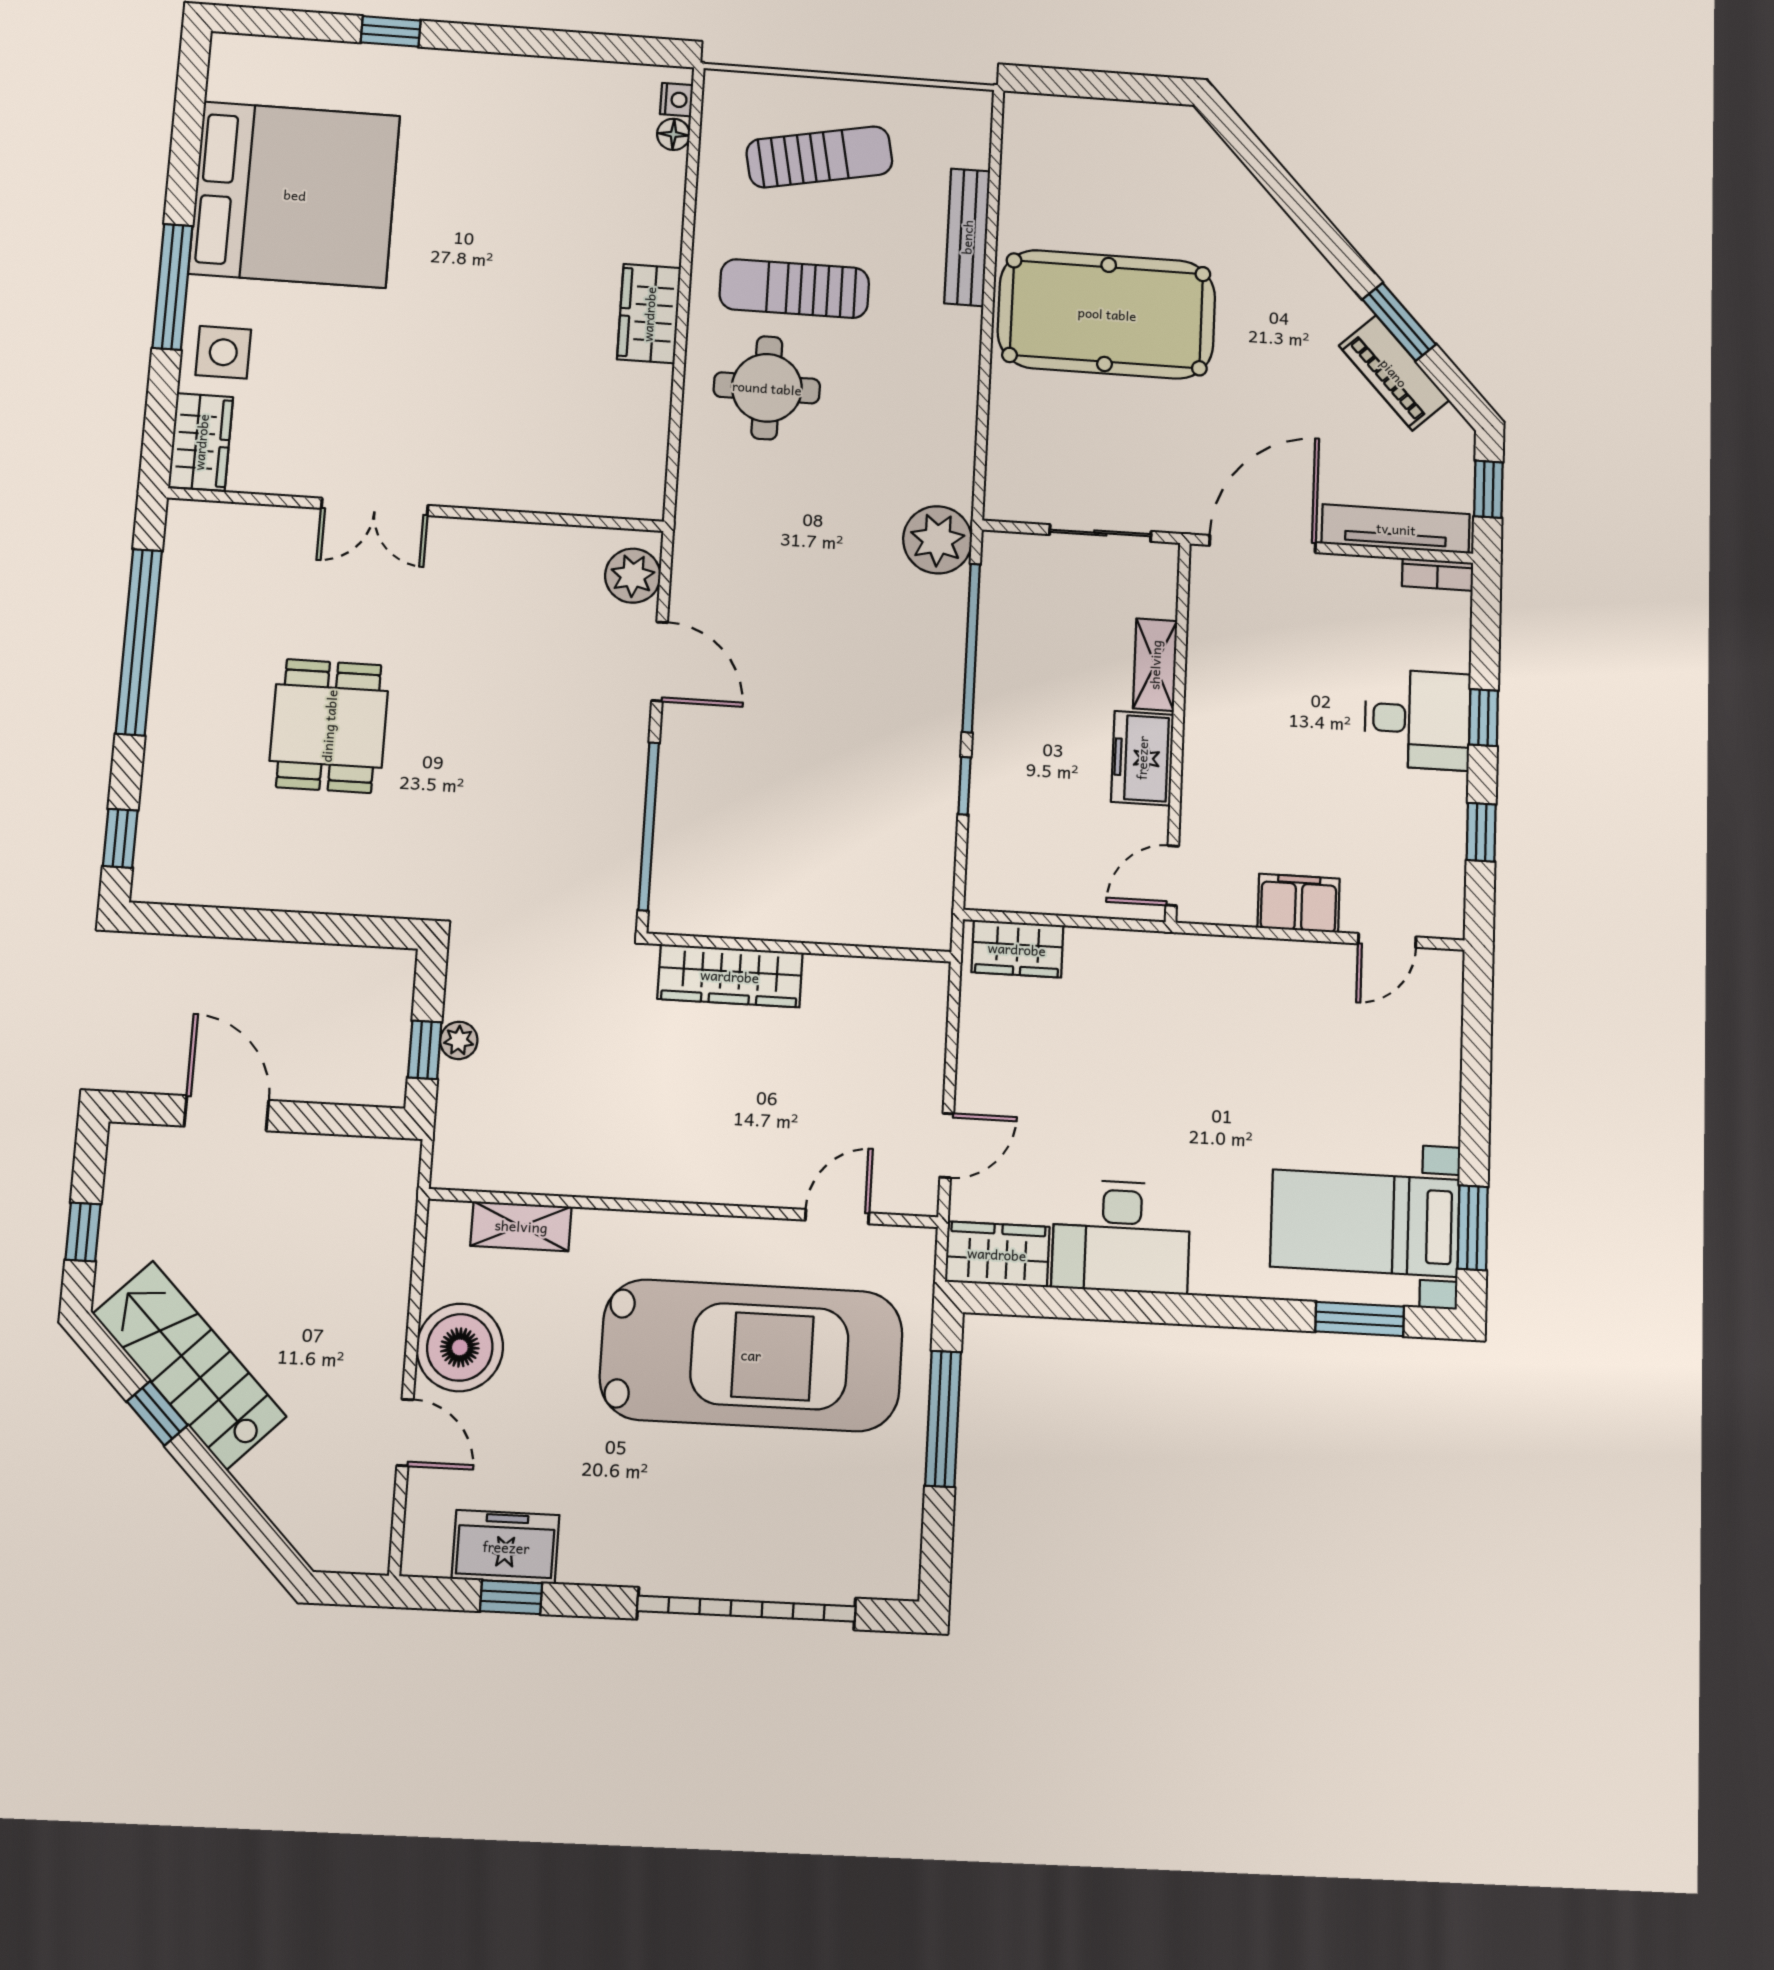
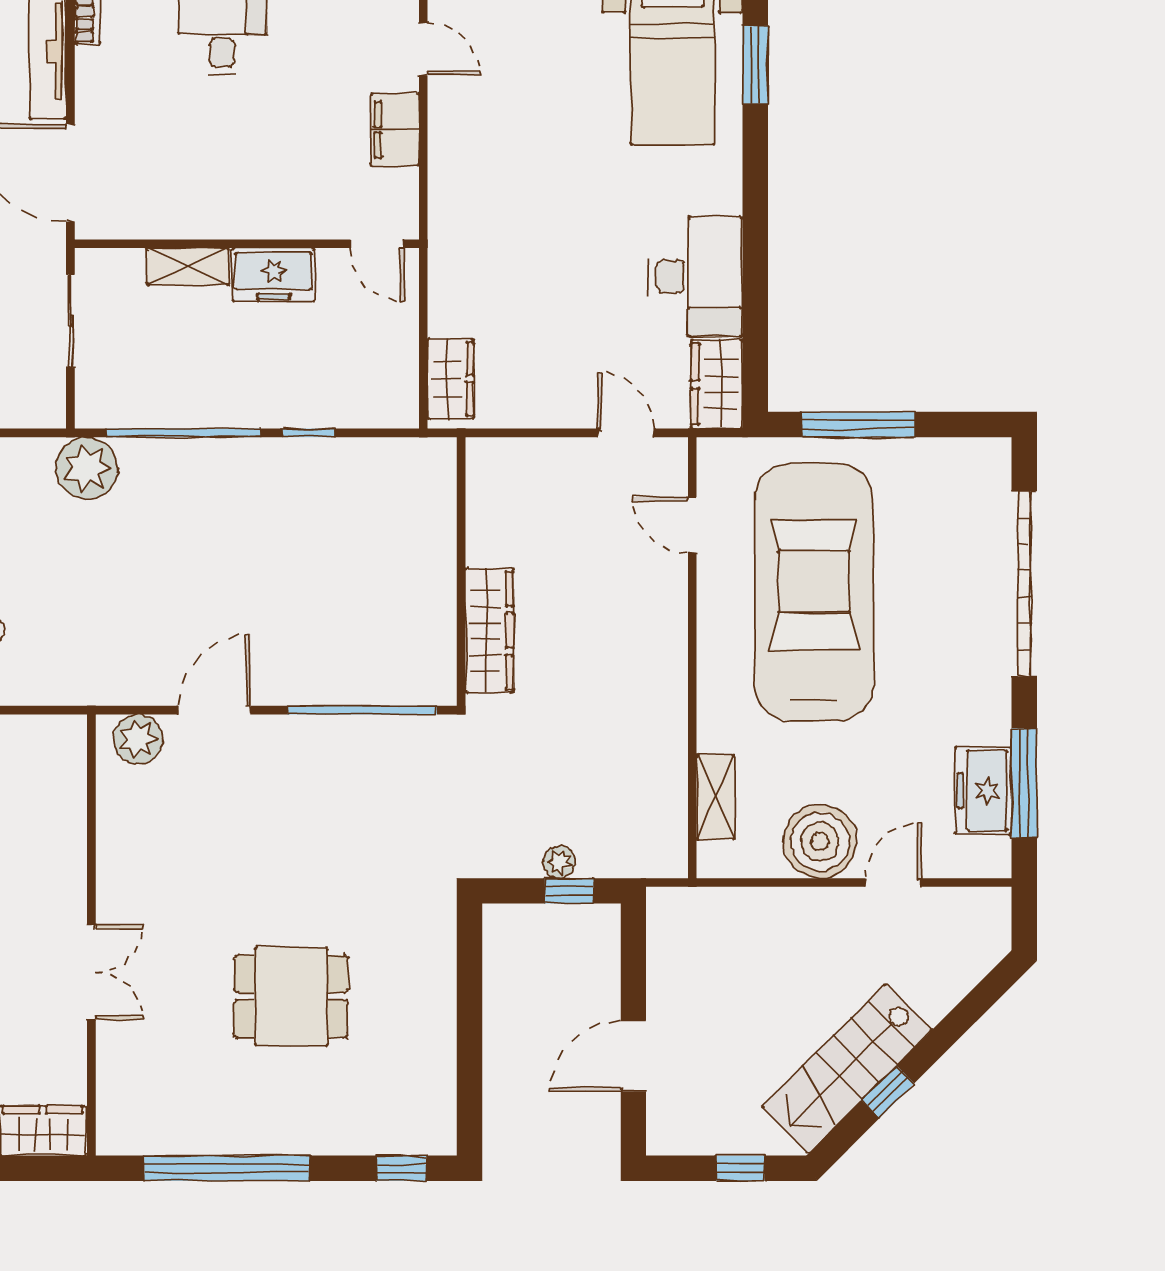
window: (511, 1597) -> (1024, 783), width x2.17

